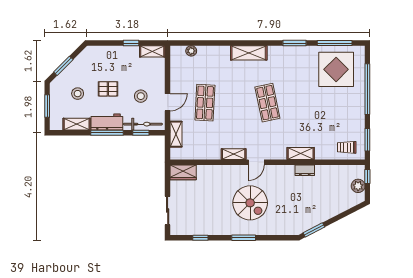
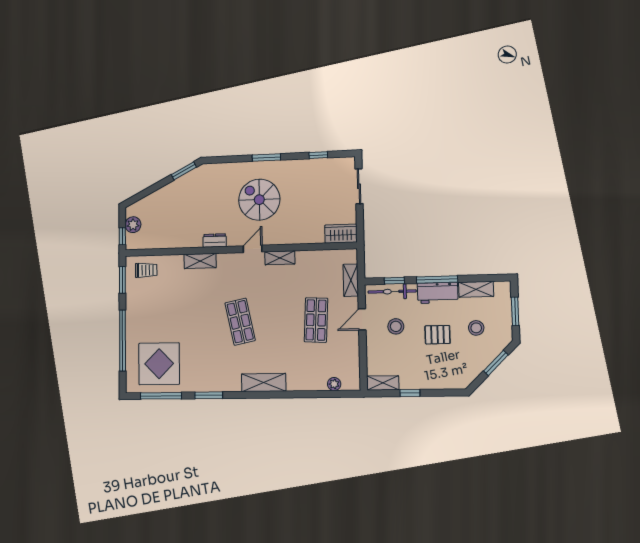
dresser: (305, 170) -> (215, 240), moved

